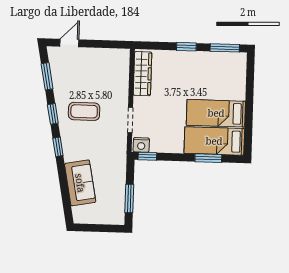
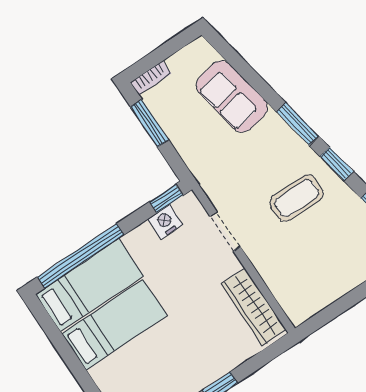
nightstand: (141, 145) -> (165, 222), moved
window: (58, 147) -> (297, 124), width x1.50
window: (208, 158) -> (81, 256), width x2.11
bookcase: (113, 220) -> (151, 78), added

